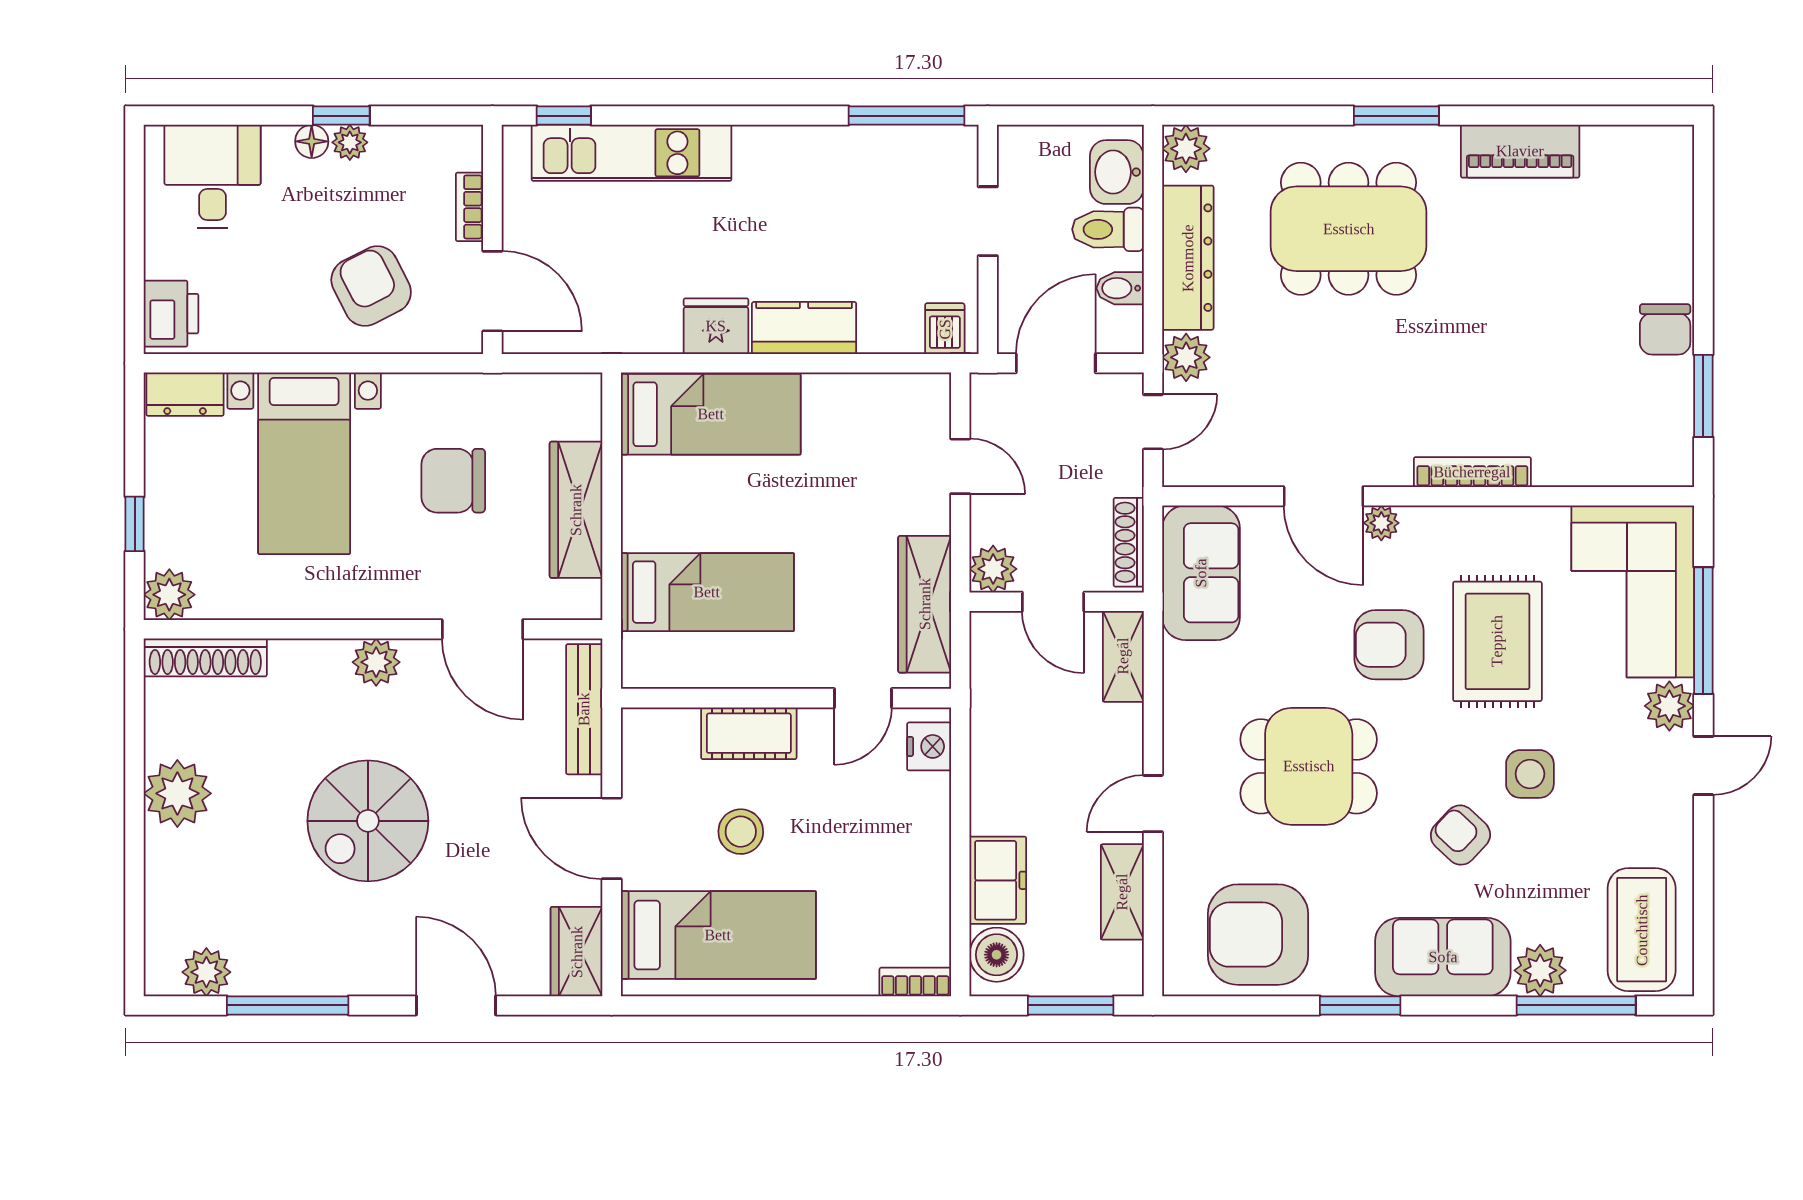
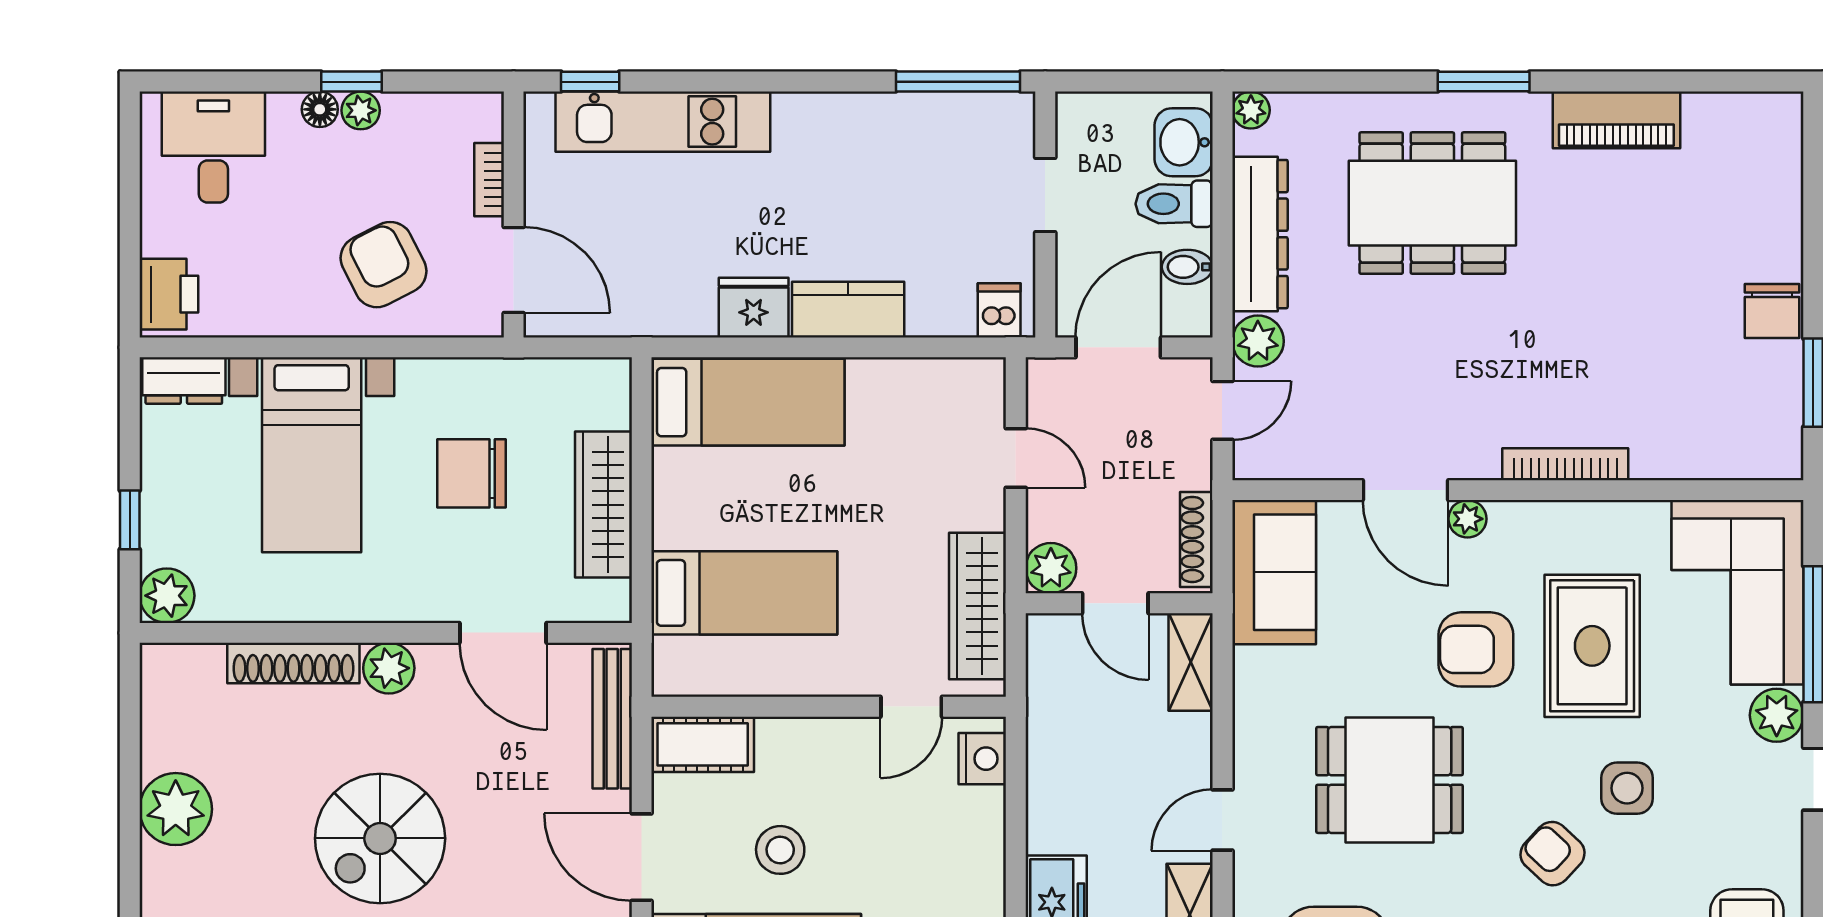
plant: (1186, 149) -> (1251, 110), width x0.73, depth x0.73
shoe rack: (205, 657) -> (293, 663), moved
cot: (749, 733) -> (703, 744), moved

